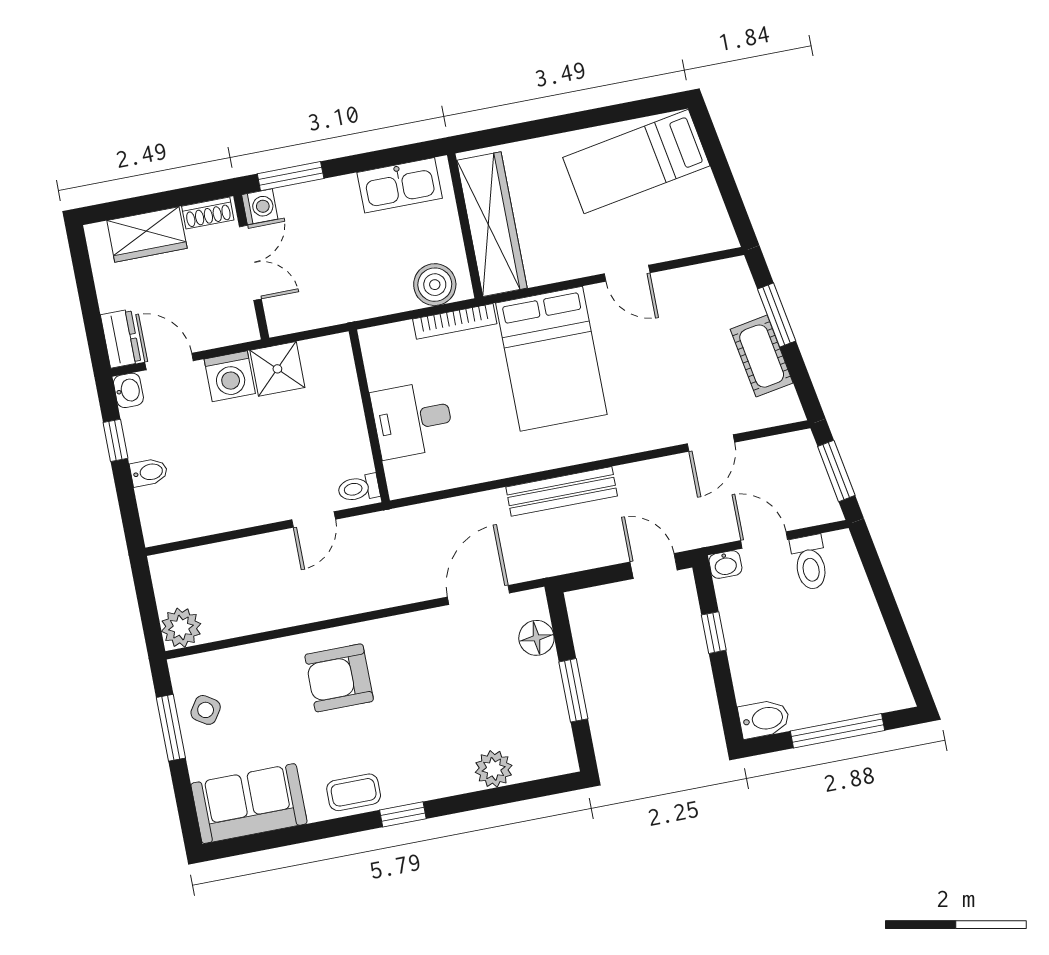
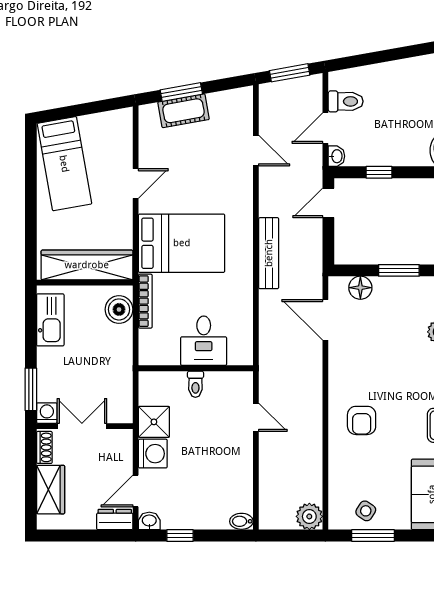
cot: (762, 356) -> (183, 111), moved
bidet: (149, 472) -> (241, 521), moved, turned -90
toilet: (359, 488) -> (195, 384), moved
armchair: (339, 678) -> (362, 420), width x0.72, depth x0.72

